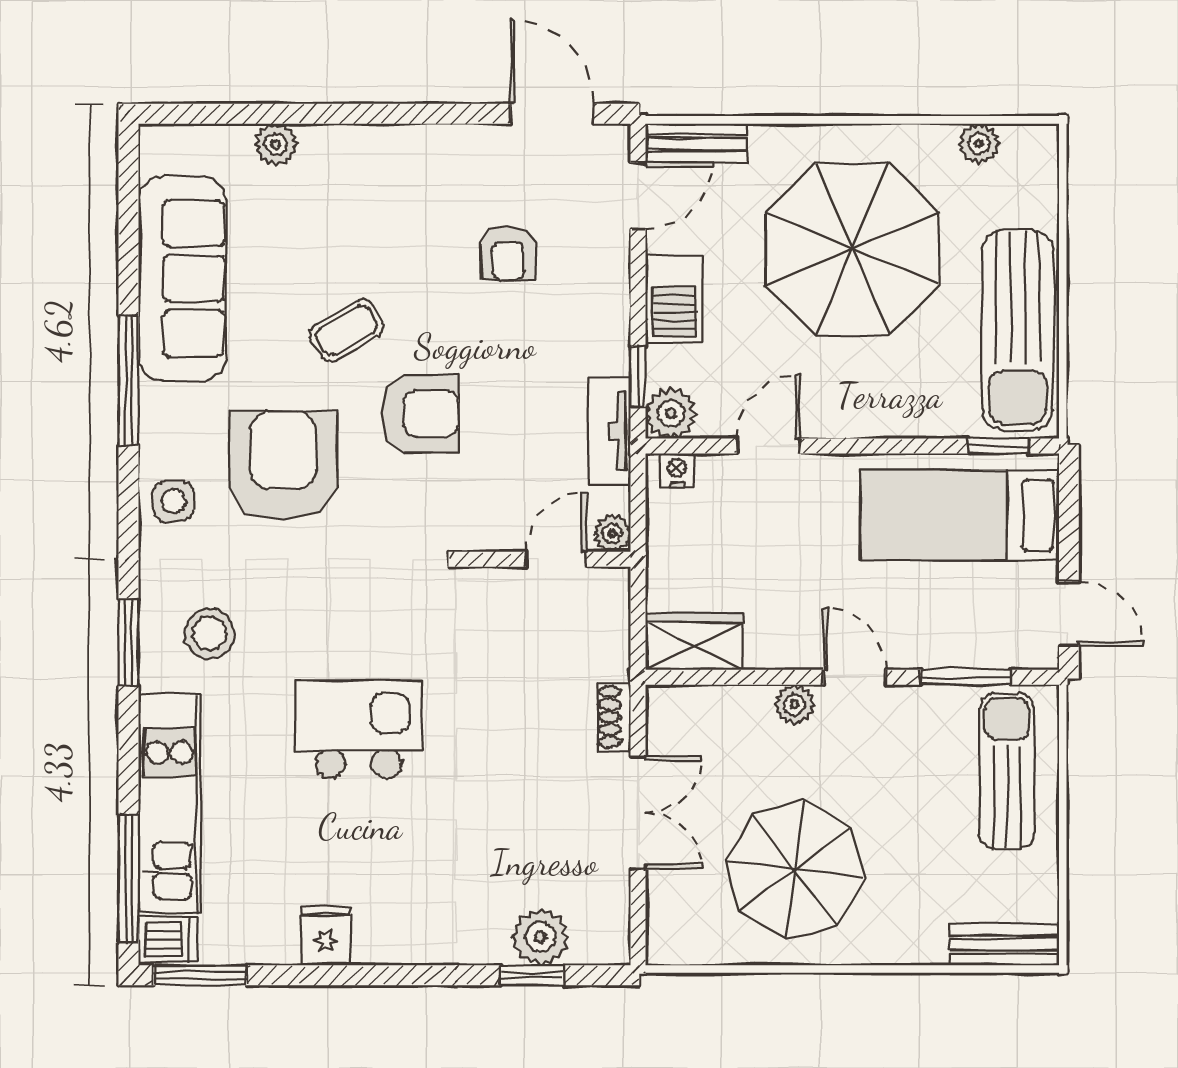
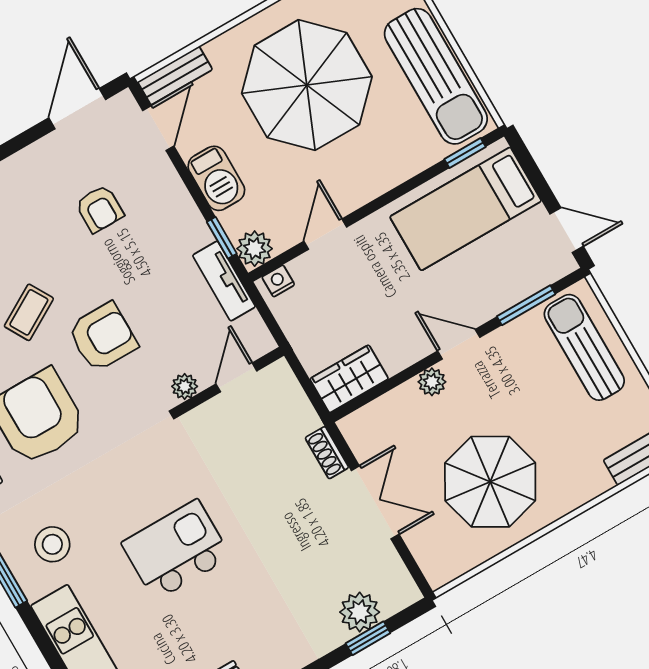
door: (552, 114) -> (77, 109), hinge flipped
plant: (612, 533) -> (185, 386), moved

